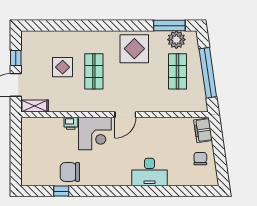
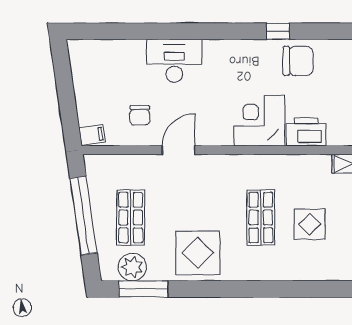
door: (125, 115) -> (178, 150), moved
printer: (71, 123) -> (306, 132), width x1.87, depth x1.48
filing cabinet: (203, 130) -> (92, 135), width x0.50
chair: (200, 159) -> (140, 115), moved
window: (61, 191) -> (278, 31), moved

